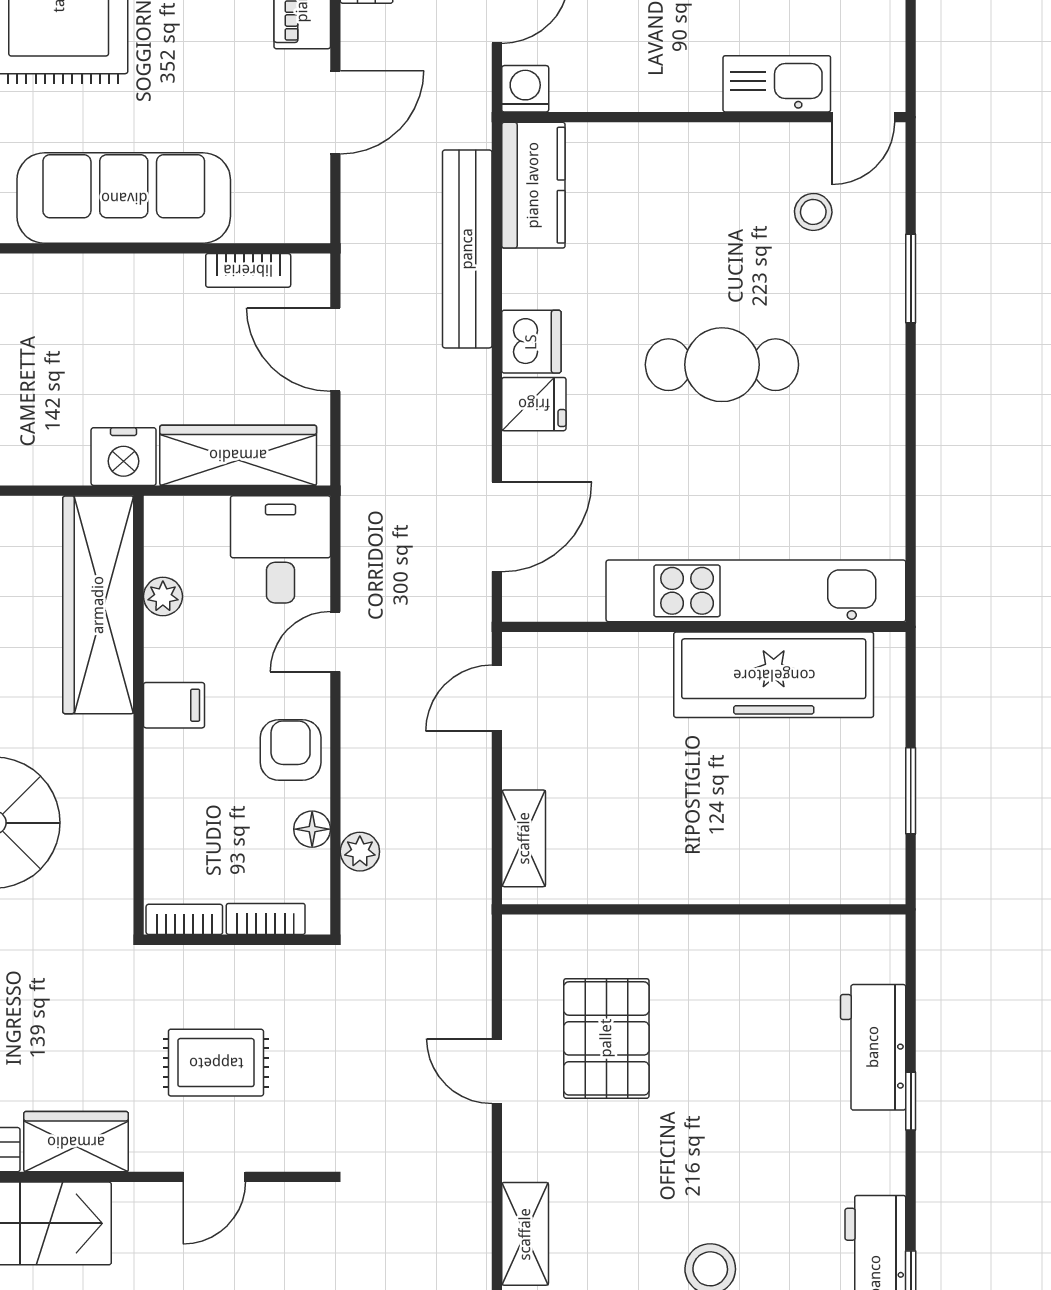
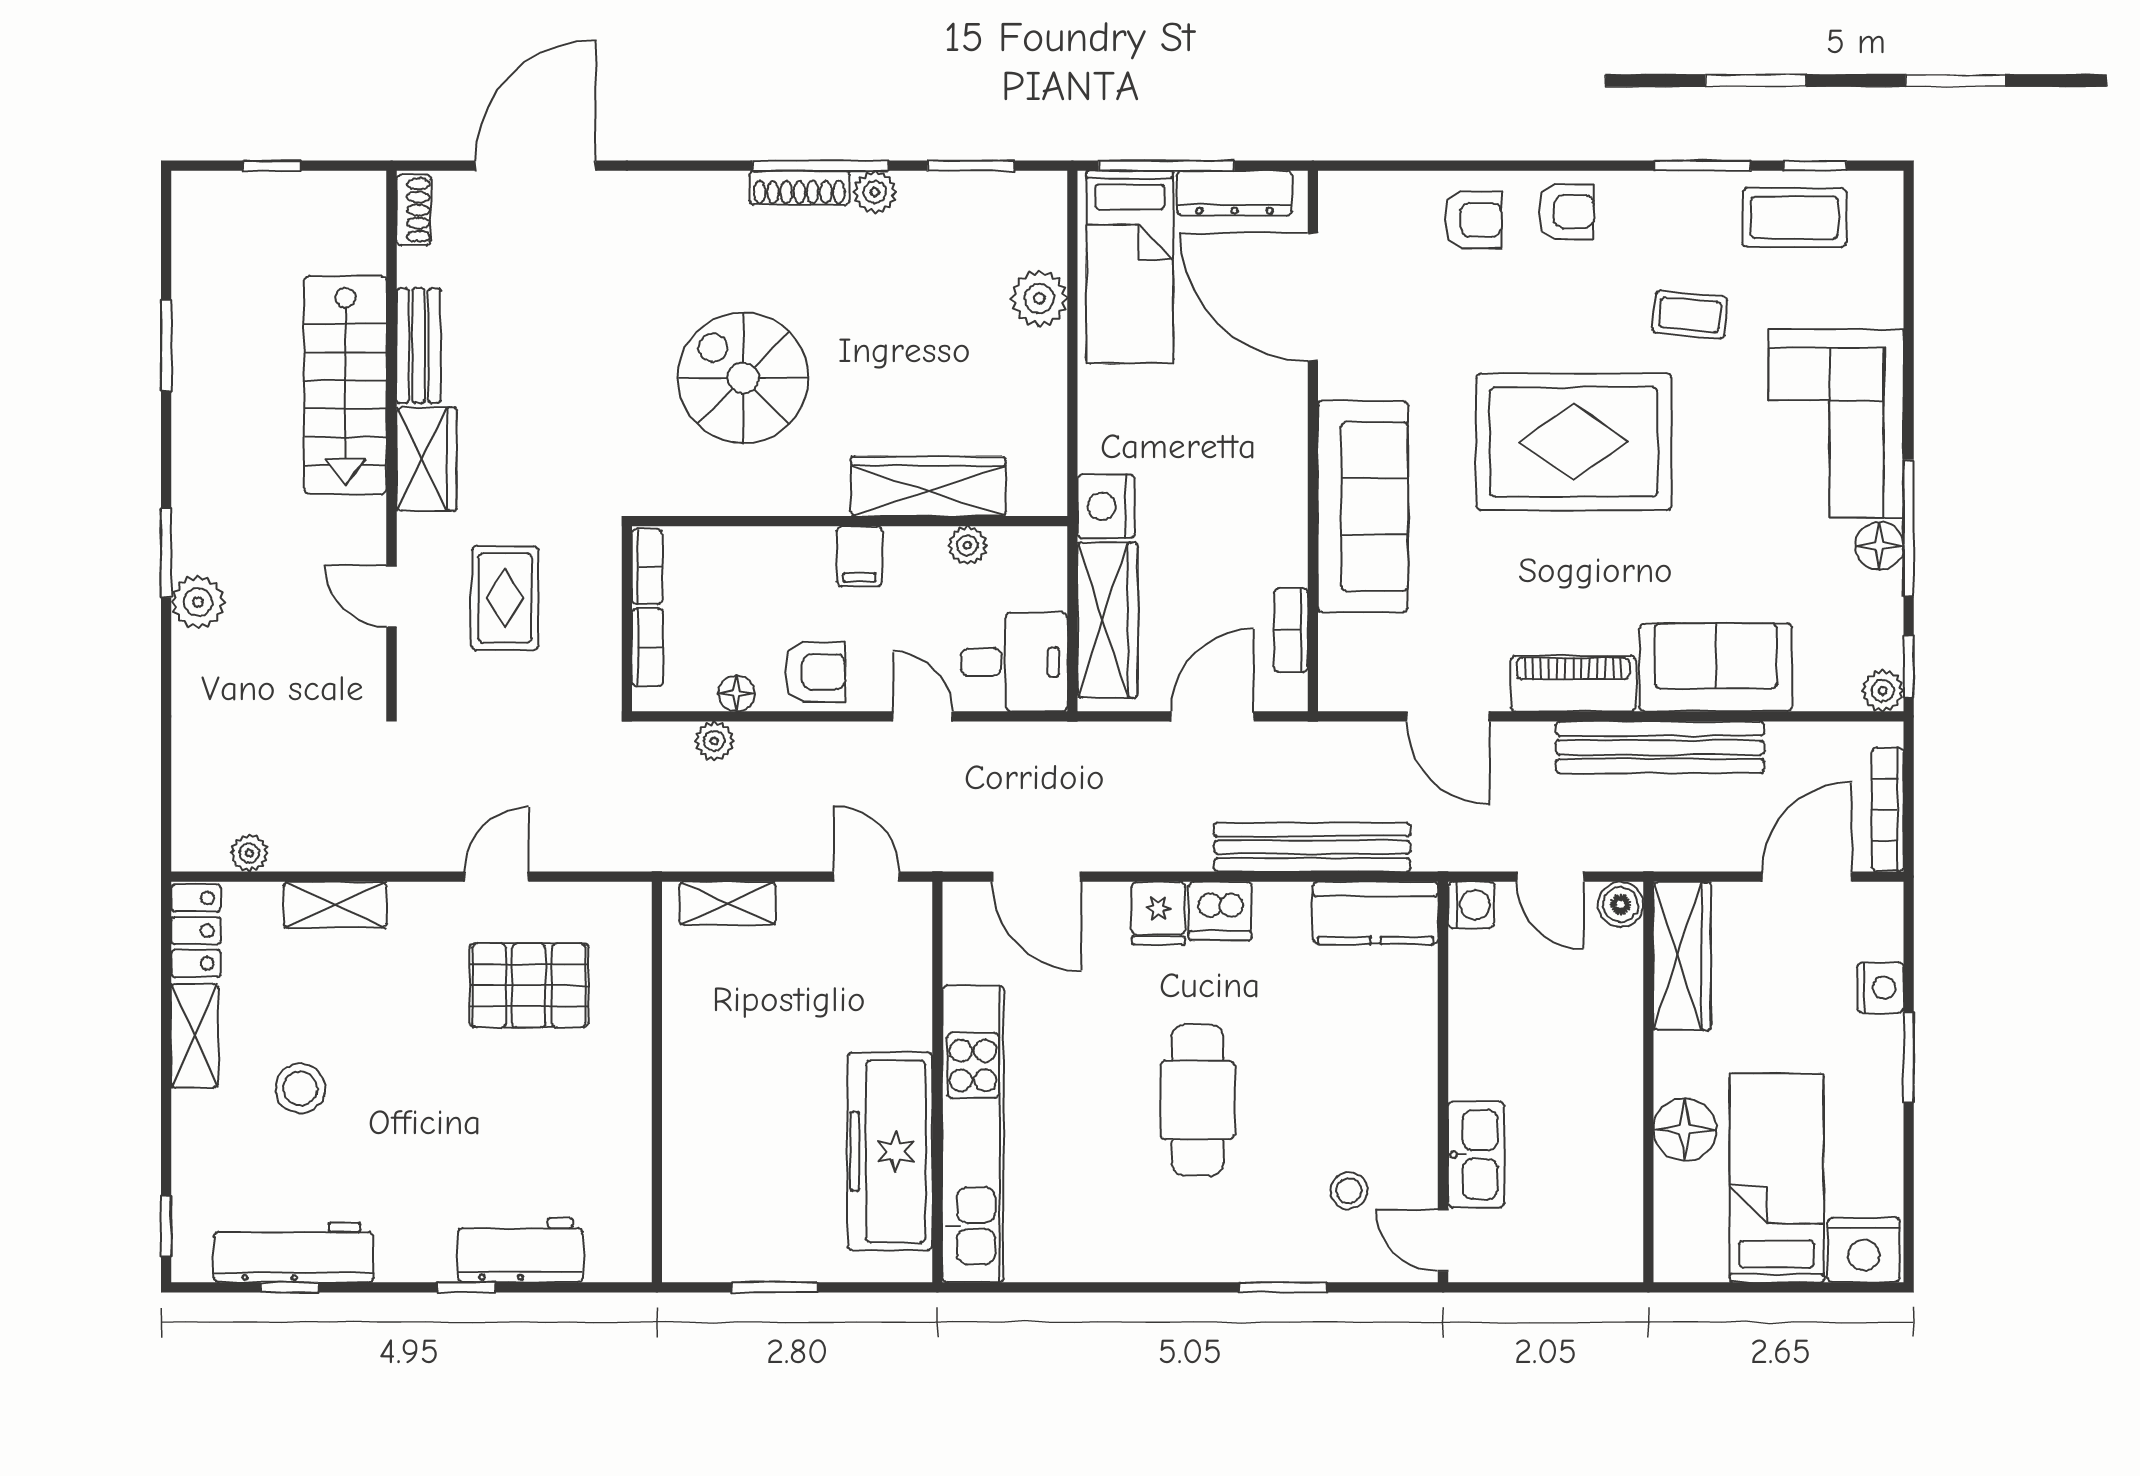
wardrobe: (98, 605) -> (928, 486), width x0.71, depth x0.85

